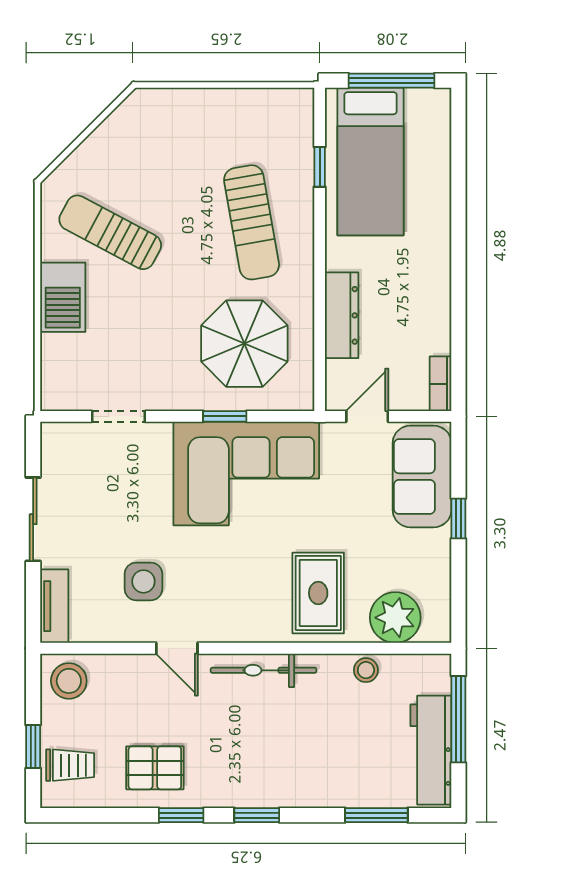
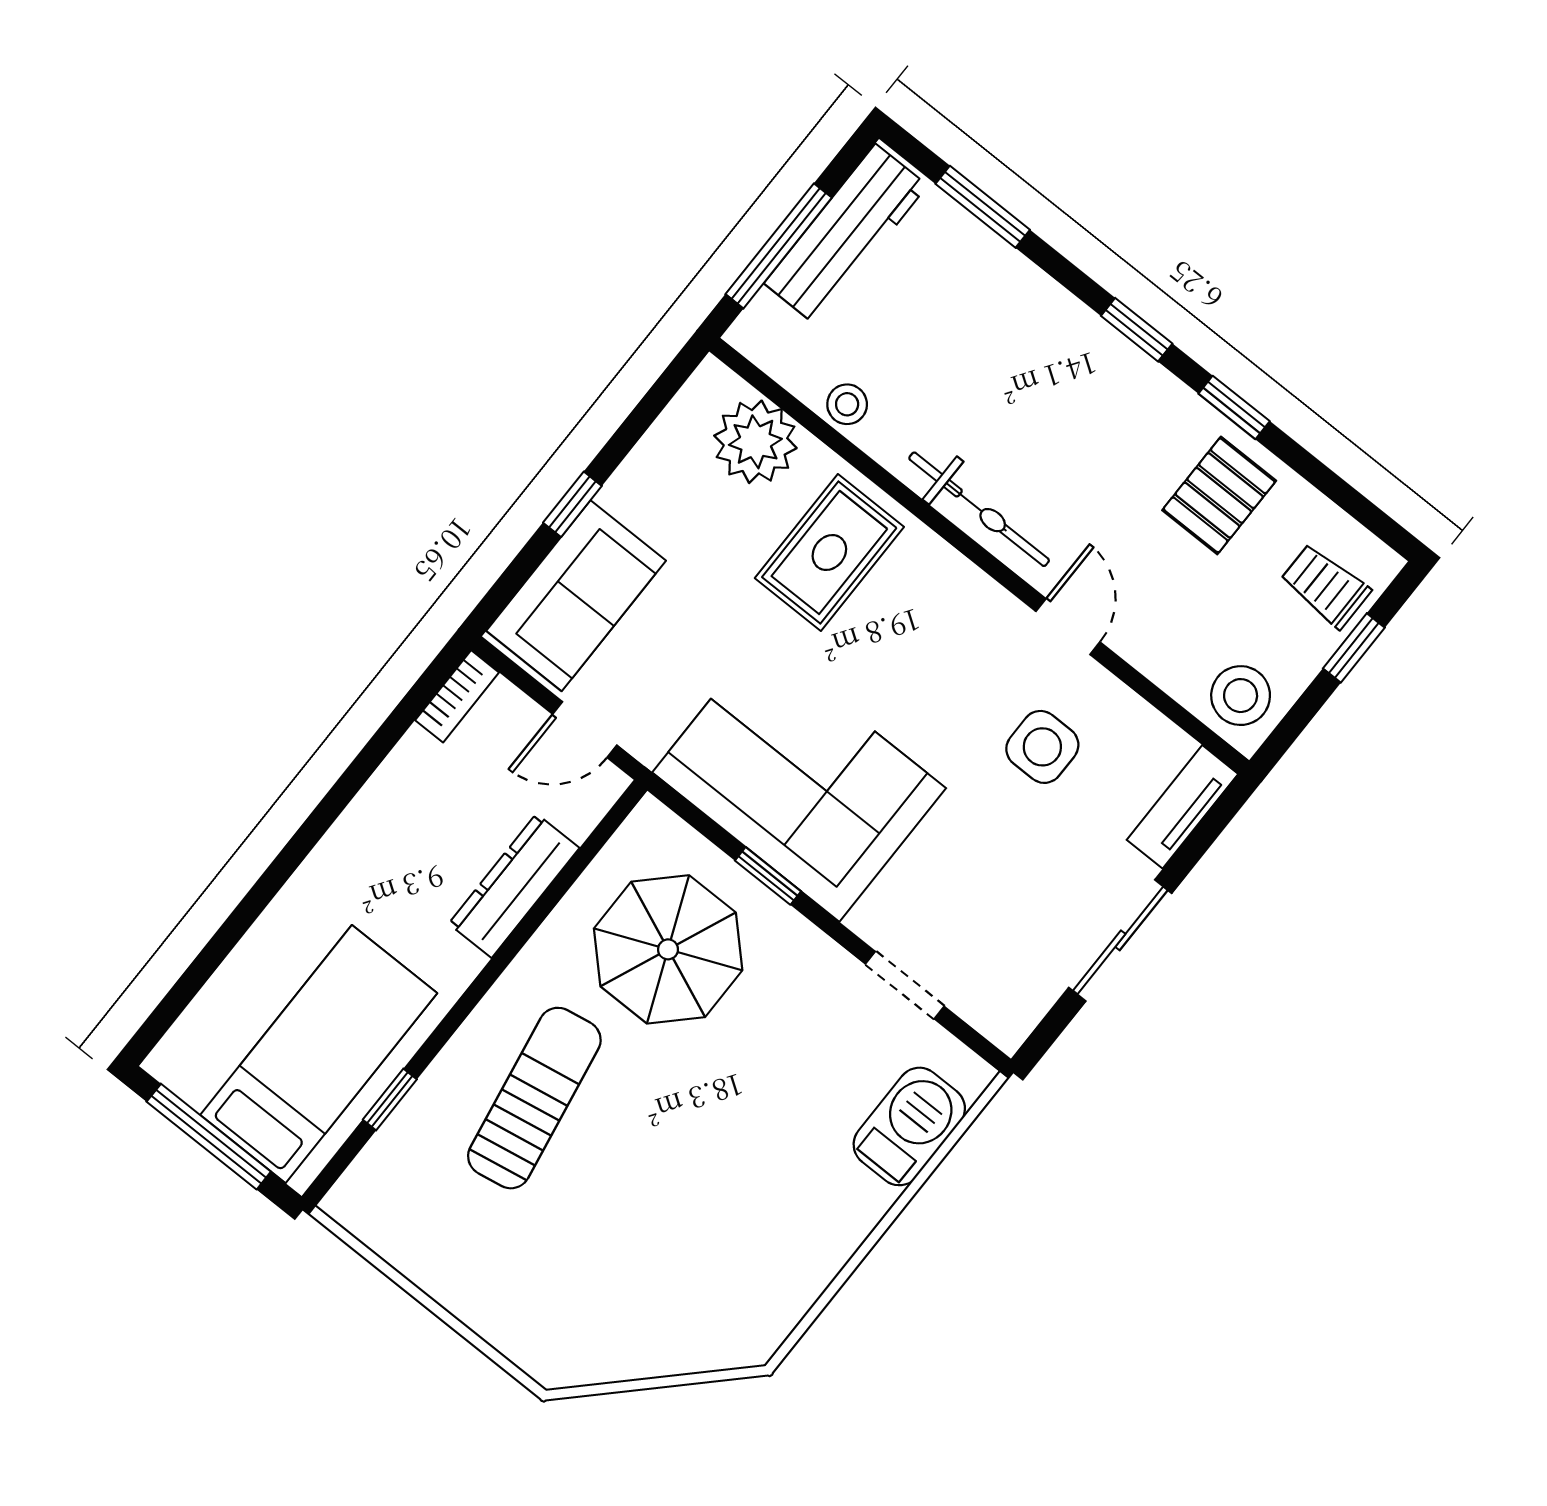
sun lounger: (110, 232) -> (726, 1230), removed
barbecue: (63, 297) -> (909, 1126), moved
pallet: (155, 768) -> (1219, 495), turned 90

